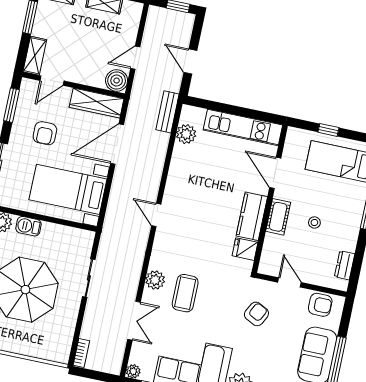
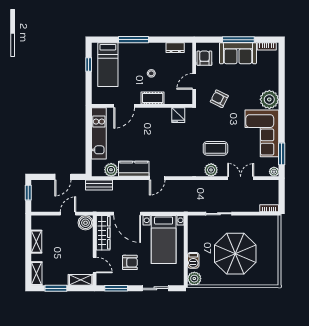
door: (135, 58) -> (68, 214), swing flipped
window: (328, 130) -> (89, 64), moved
door: (156, 215) -> (157, 178), moved
kitchen counter: (252, 216) -> (134, 169), moved, turned 180

